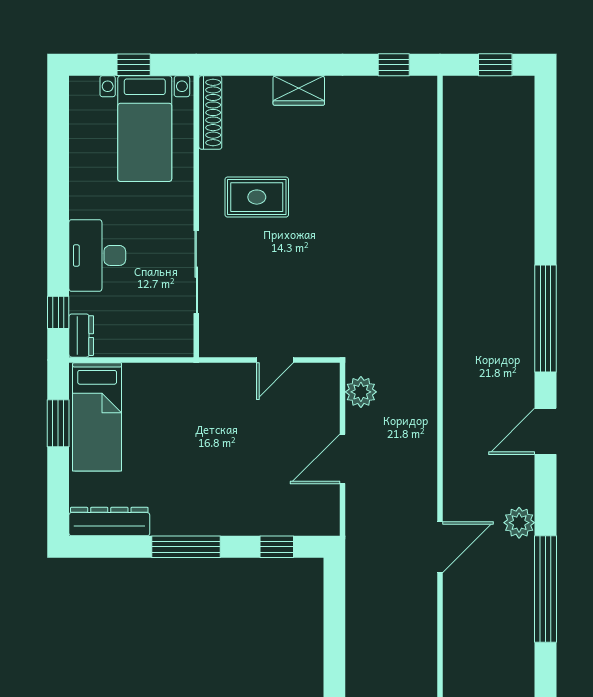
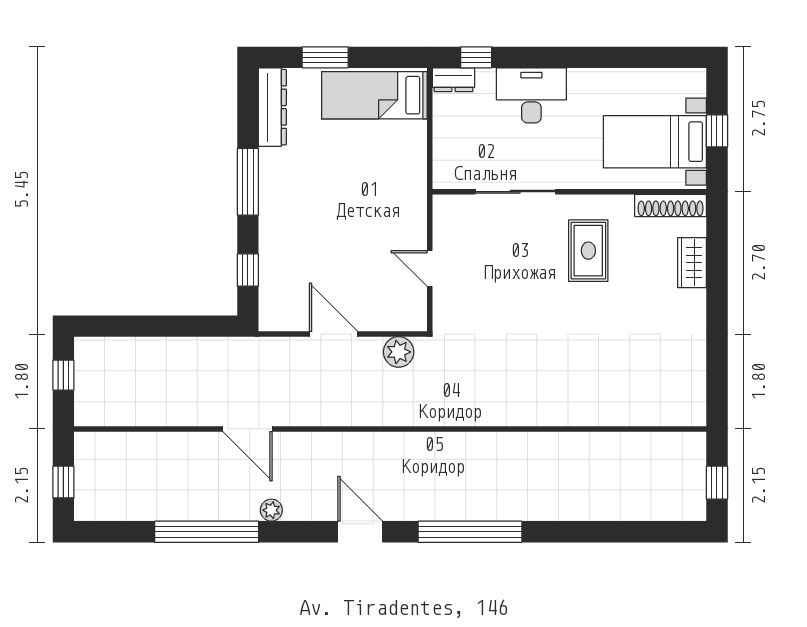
window: (394, 65) -> (717, 384), removed
wardrobe: (299, 90) -> (692, 263), moved
window: (58, 423) -> (325, 57), moved
plant: (519, 523) -> (271, 510), width x0.73, depth x0.73

